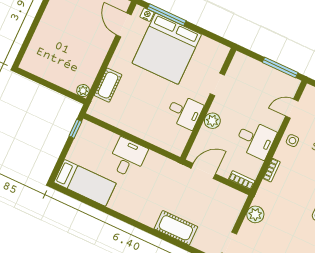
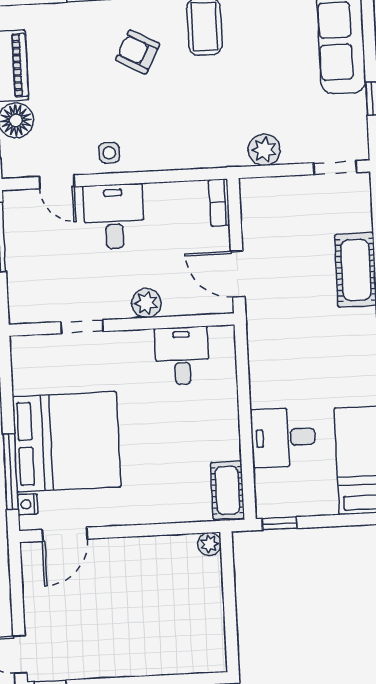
cot: (108, 85) -> (227, 490), moved, turned 90
desk: (185, 112) -> (182, 356), moved
desk: (255, 139) -> (114, 216), moved
desk: (128, 158) -> (283, 437), moved
bookcase: (272, 170) -> (177, 162), removed

